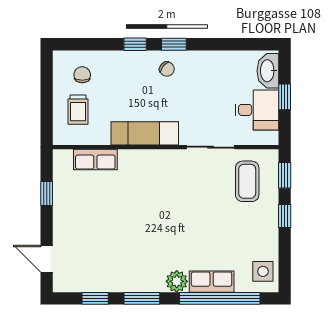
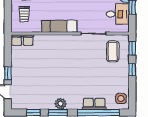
row of seats: (95, 160) -> (22, 40), moved
window: (47, 193) -> (8, 73), moved
plant: (177, 281) -> (61, 104), moved

